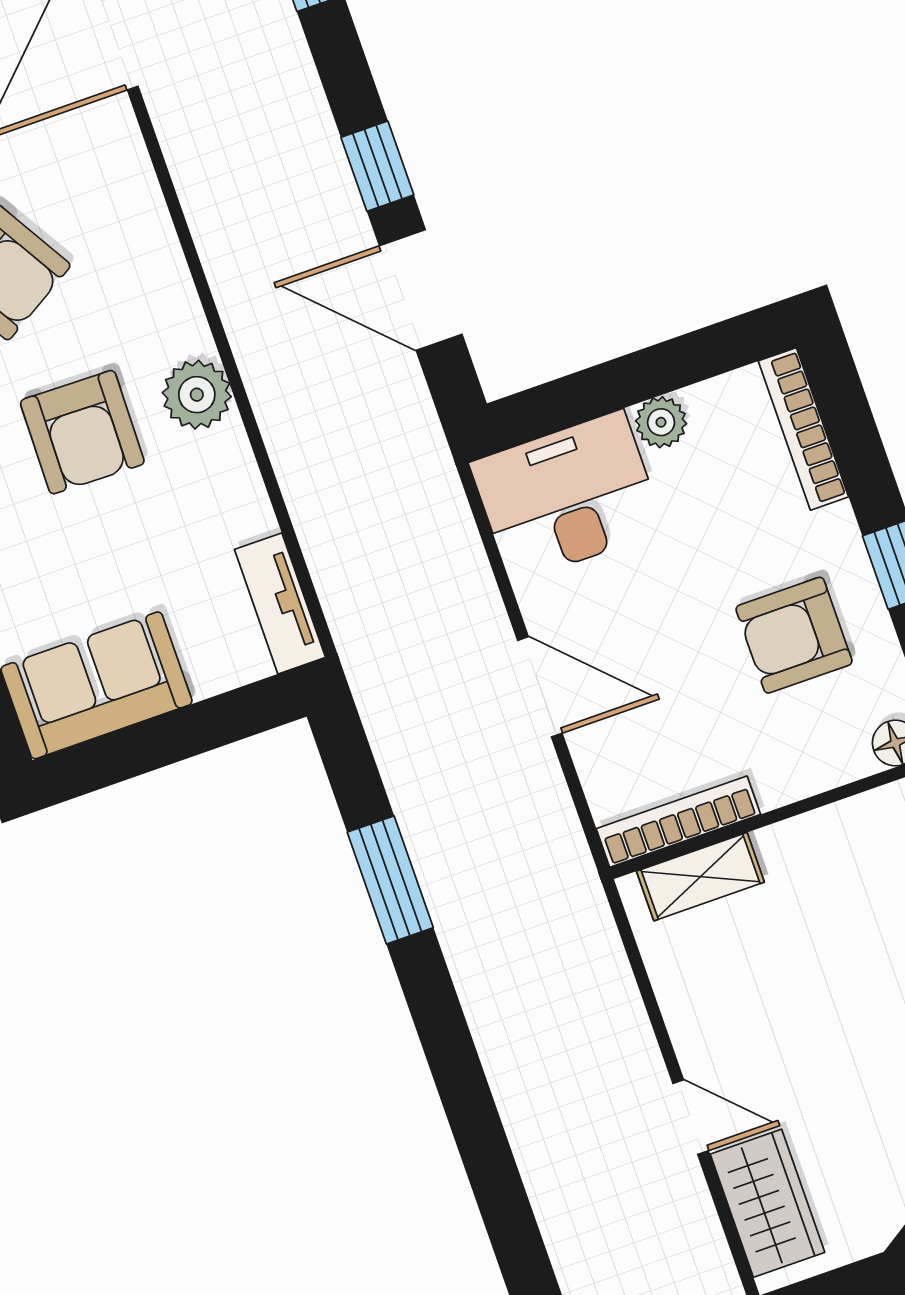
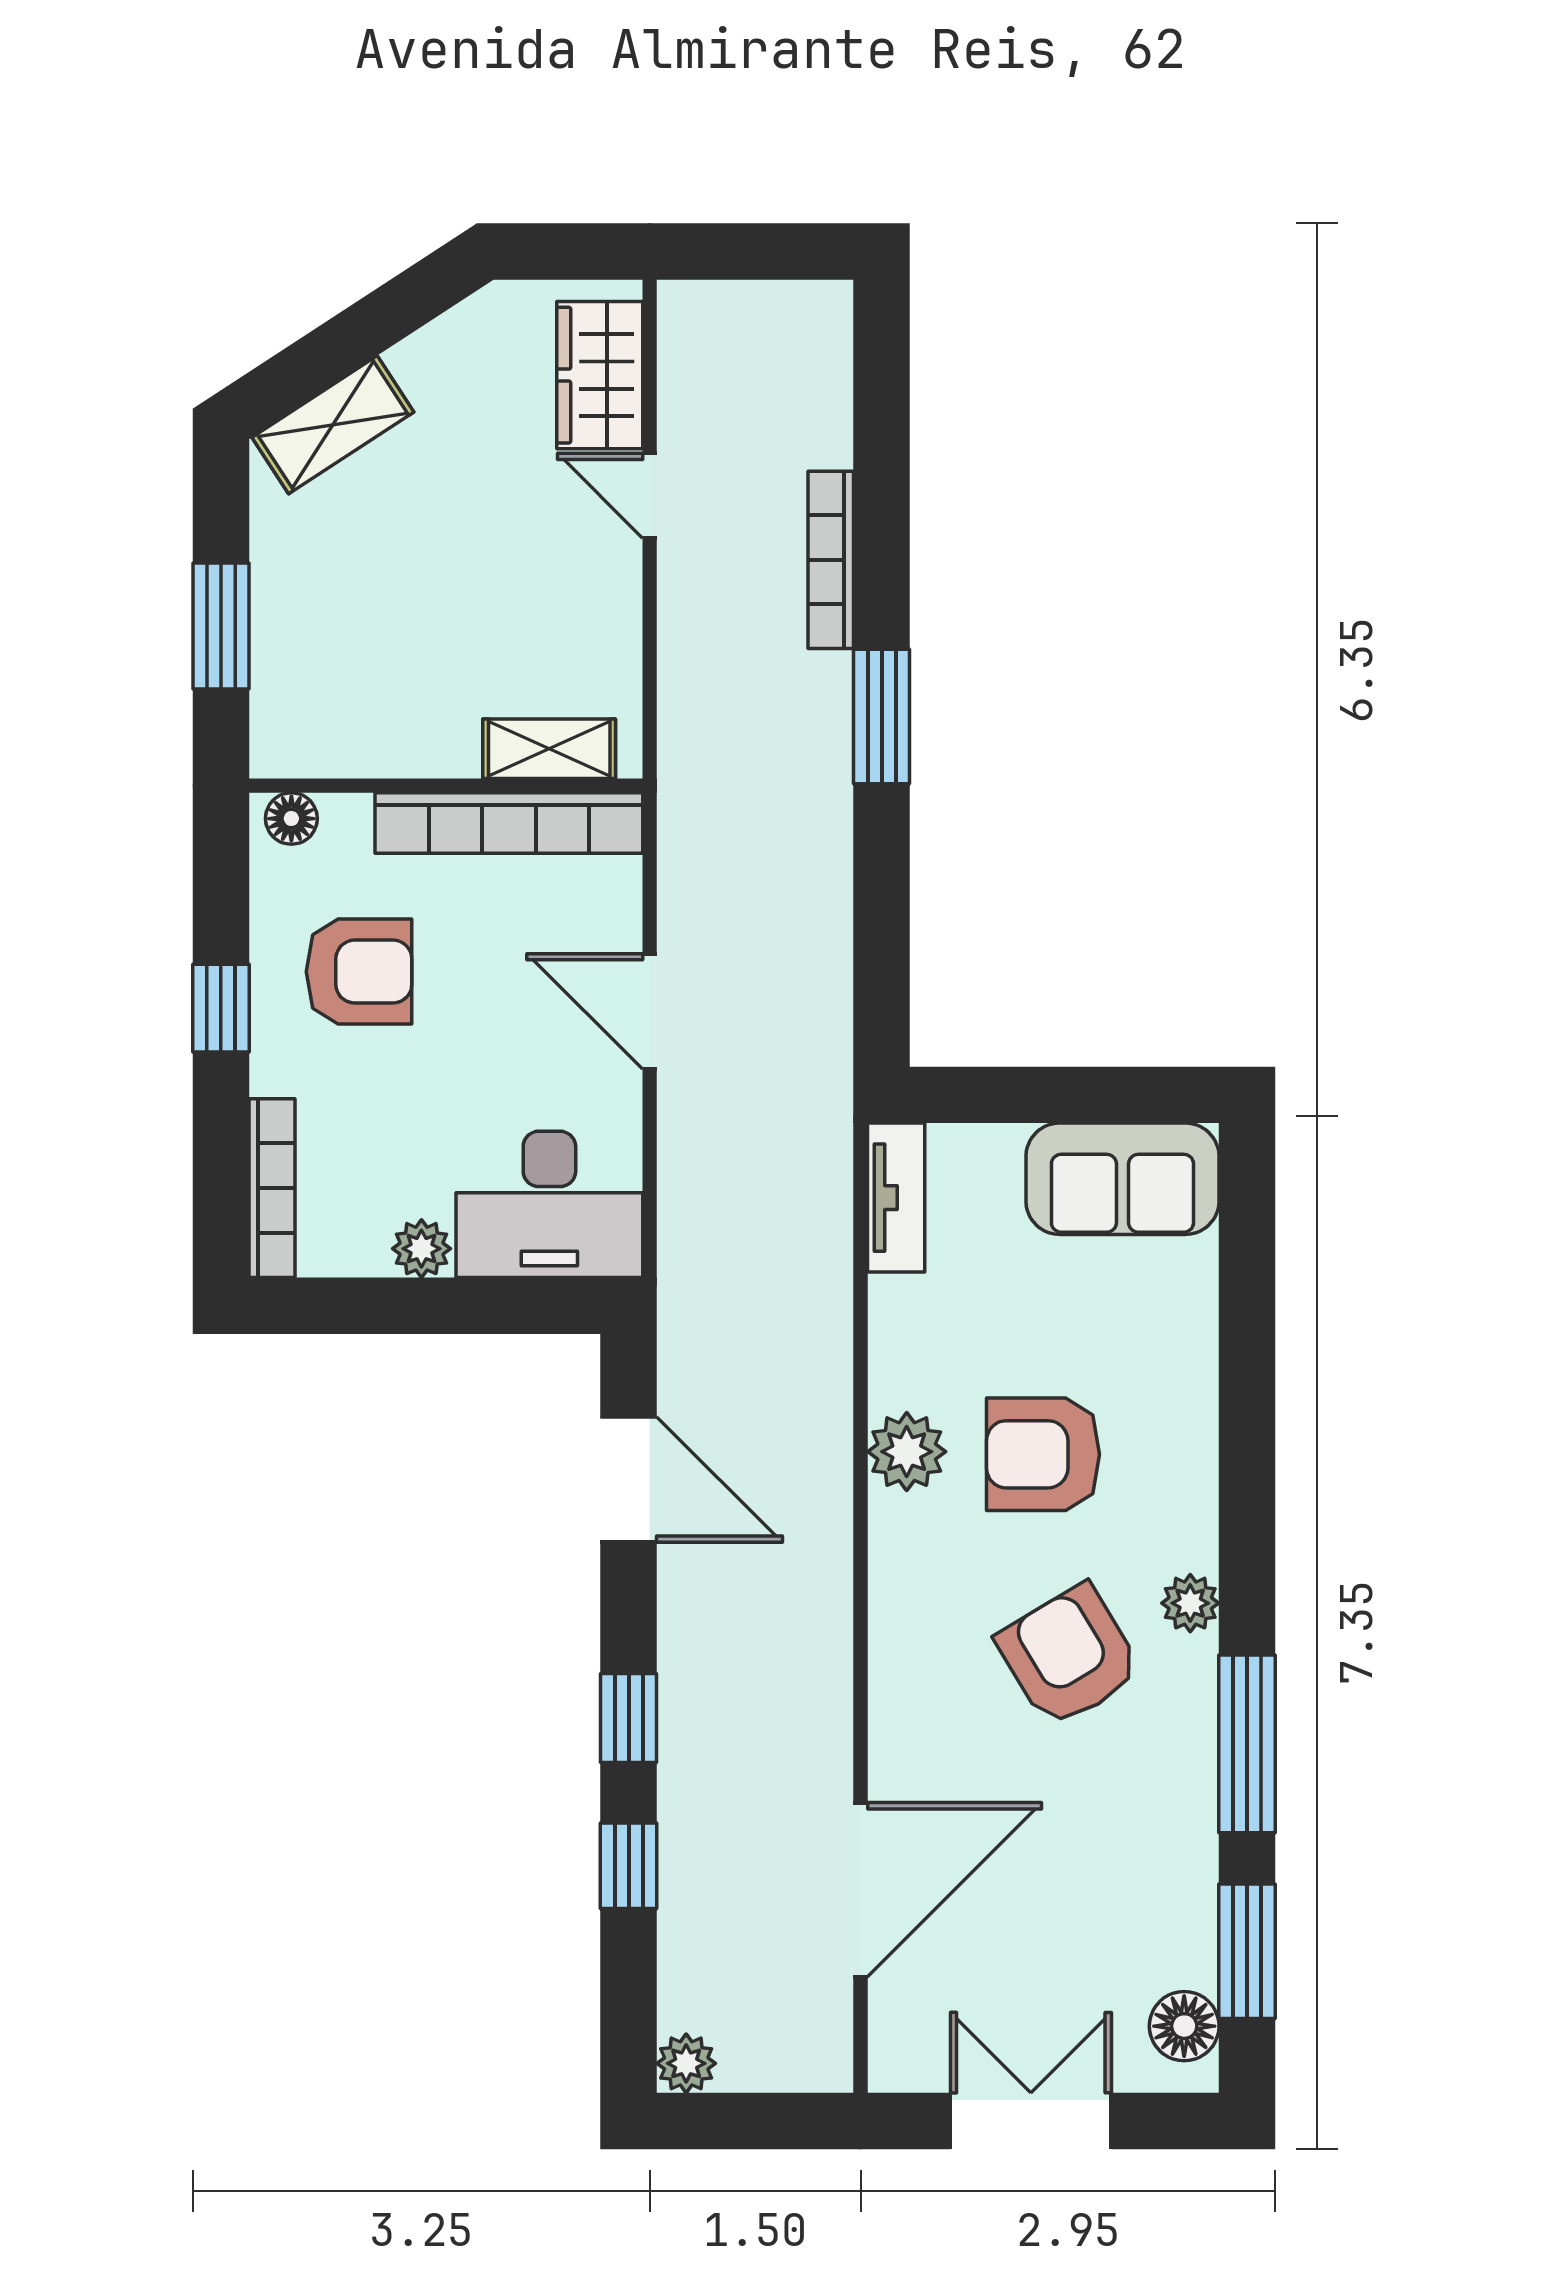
window: (377, 166) -> (629, 1718), moved
armchair: (82, 432) -> (1043, 1454), turned -91
bookcase: (678, 822) -> (509, 823), width x1.48, depth x1.31
window: (390, 880) -> (882, 717), moved
bookcase: (521, 1117) -> (831, 560), added

